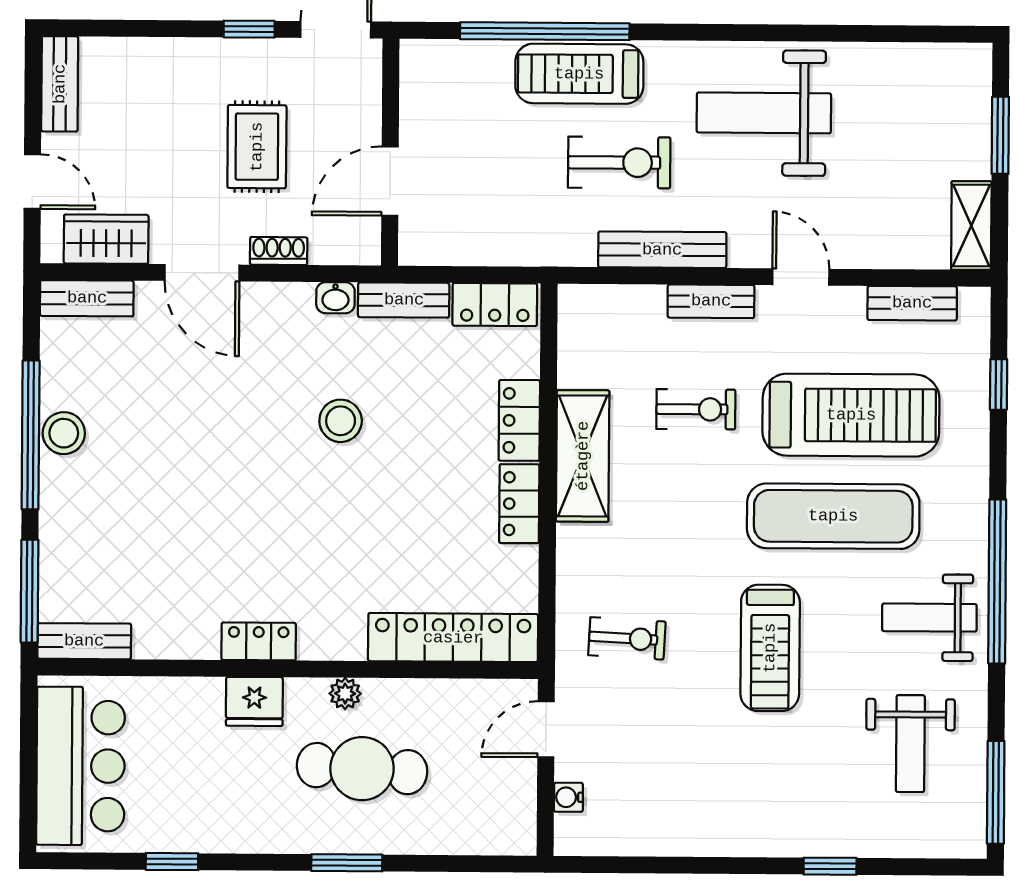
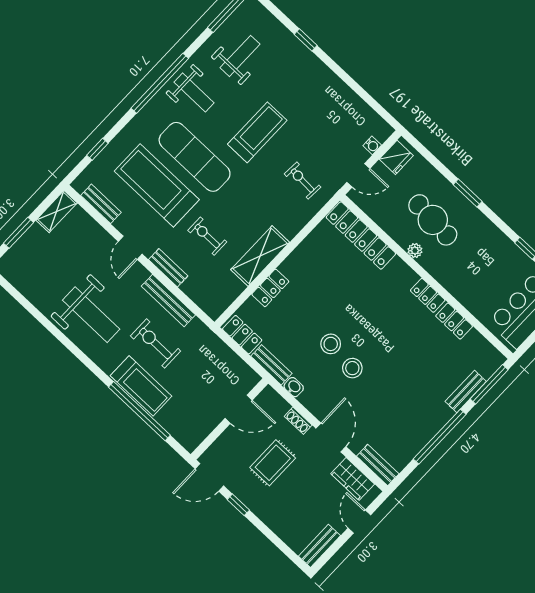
stool: (64, 433) -> (352, 368), moved
locker: (519, 504) -> (454, 321), moved, turned 90
bench: (84, 641) -> (466, 391), moved, turned 90
fridge: (254, 701) -> (396, 157), moved, turned 90

